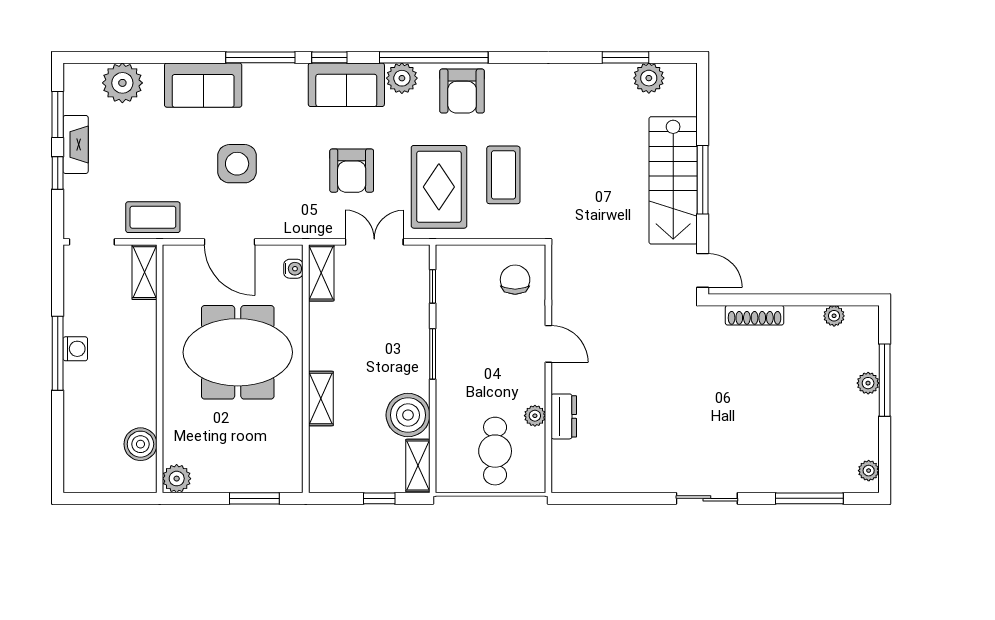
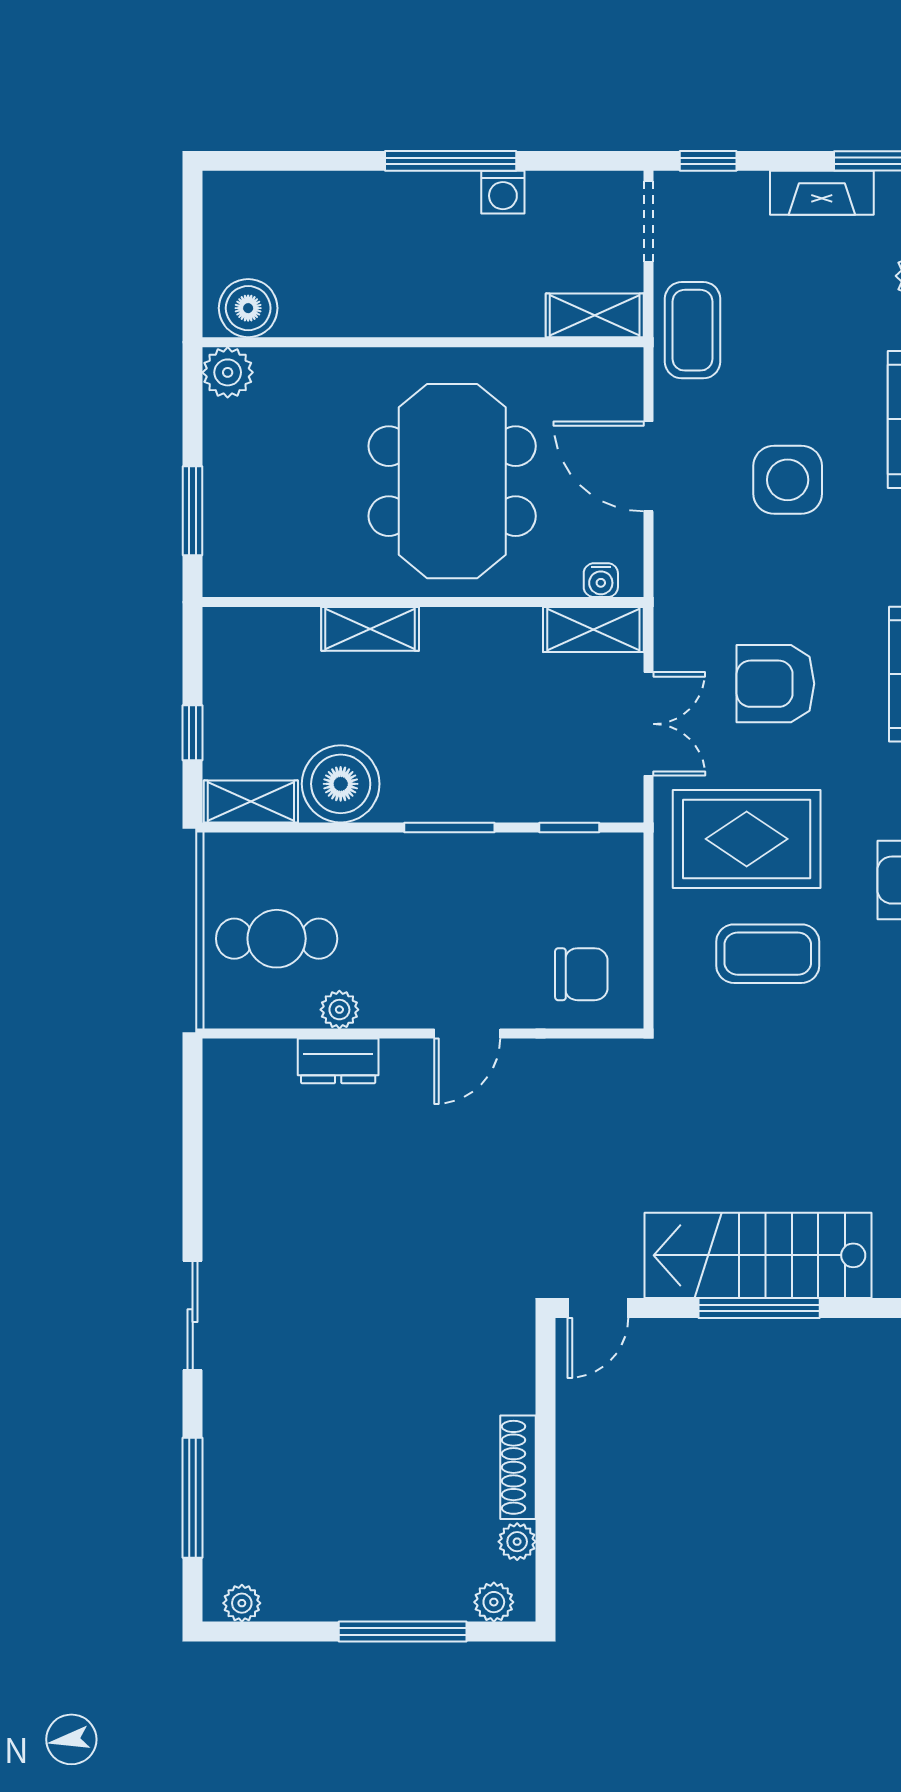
window: (58, 173) -> (708, 161), moved
door: (229, 242) -> (648, 466), hinge flipped
shoe rack: (755, 315) -> (518, 1467), moved
washing machine: (75, 349) -> (503, 192), moved
plant: (868, 383) -> (494, 1602), moved
boiler: (140, 444) -> (248, 308), moved

